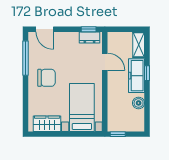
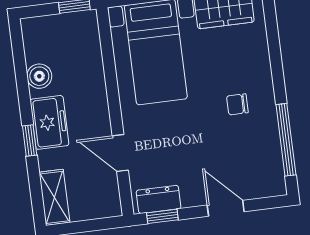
door: (45, 29) -> (226, 208), moved
freezer: (137, 76) -> (49, 122), width x0.71
chair: (46, 78) -> (237, 104), width x0.54, depth x0.54

